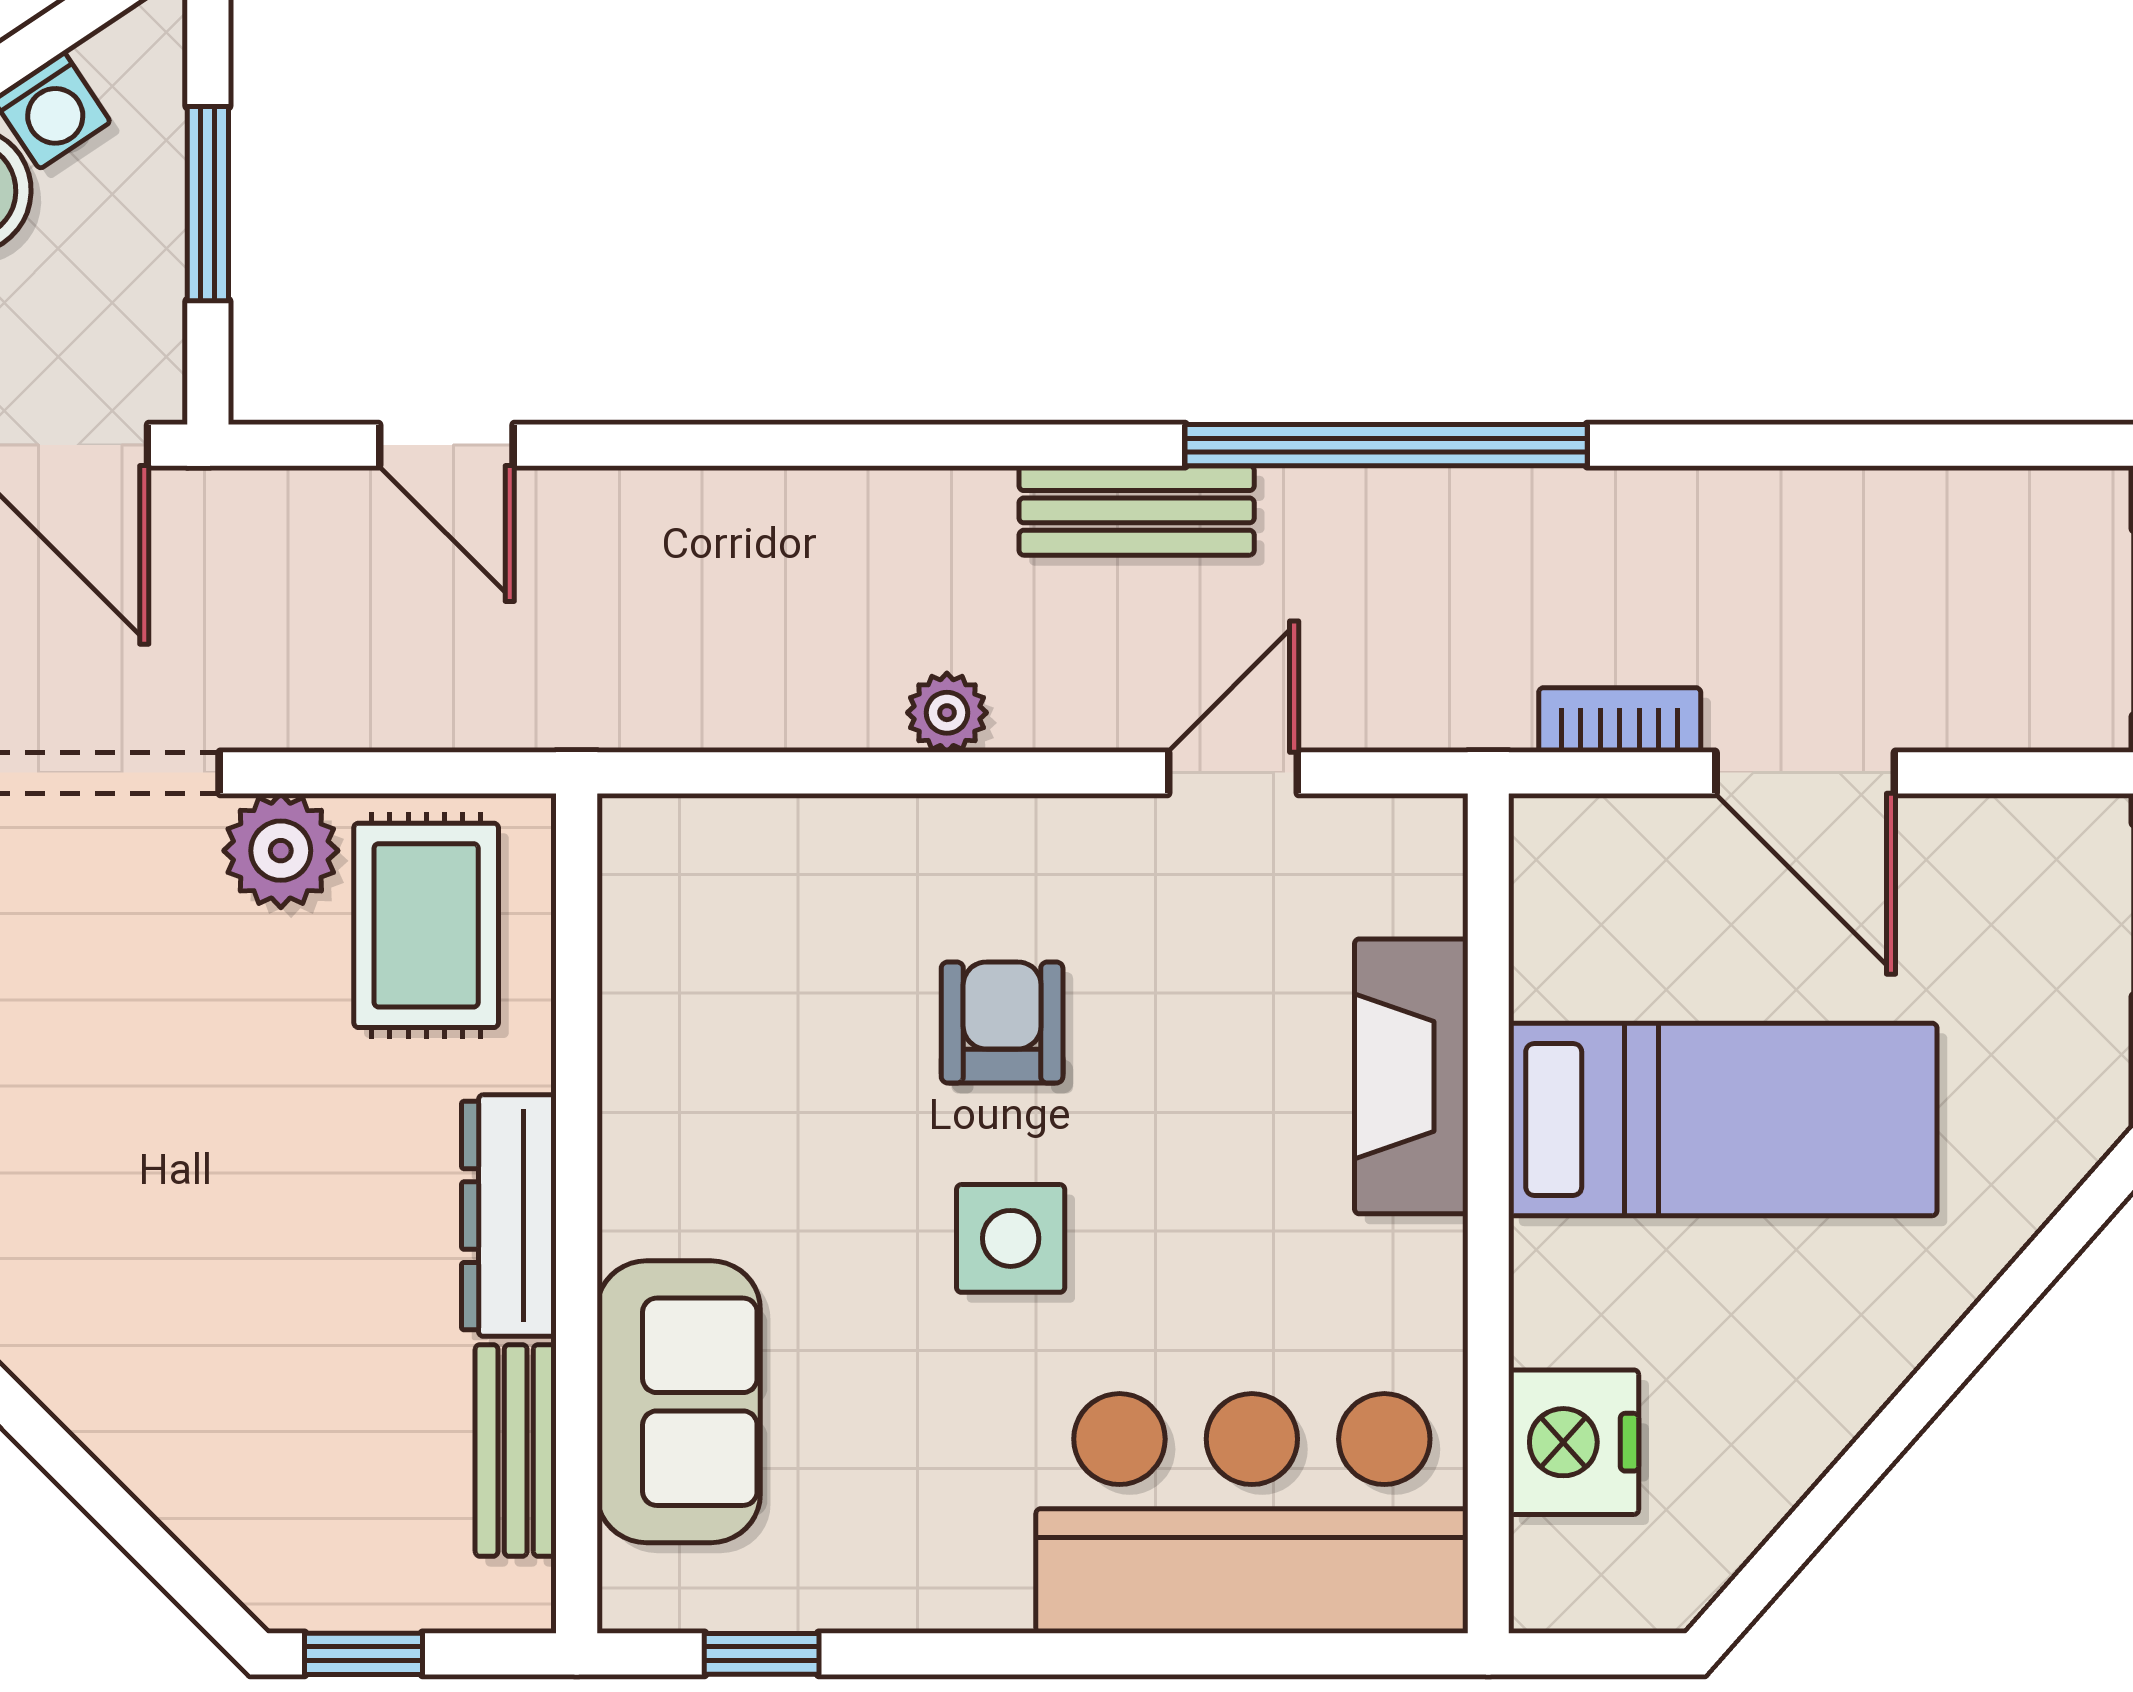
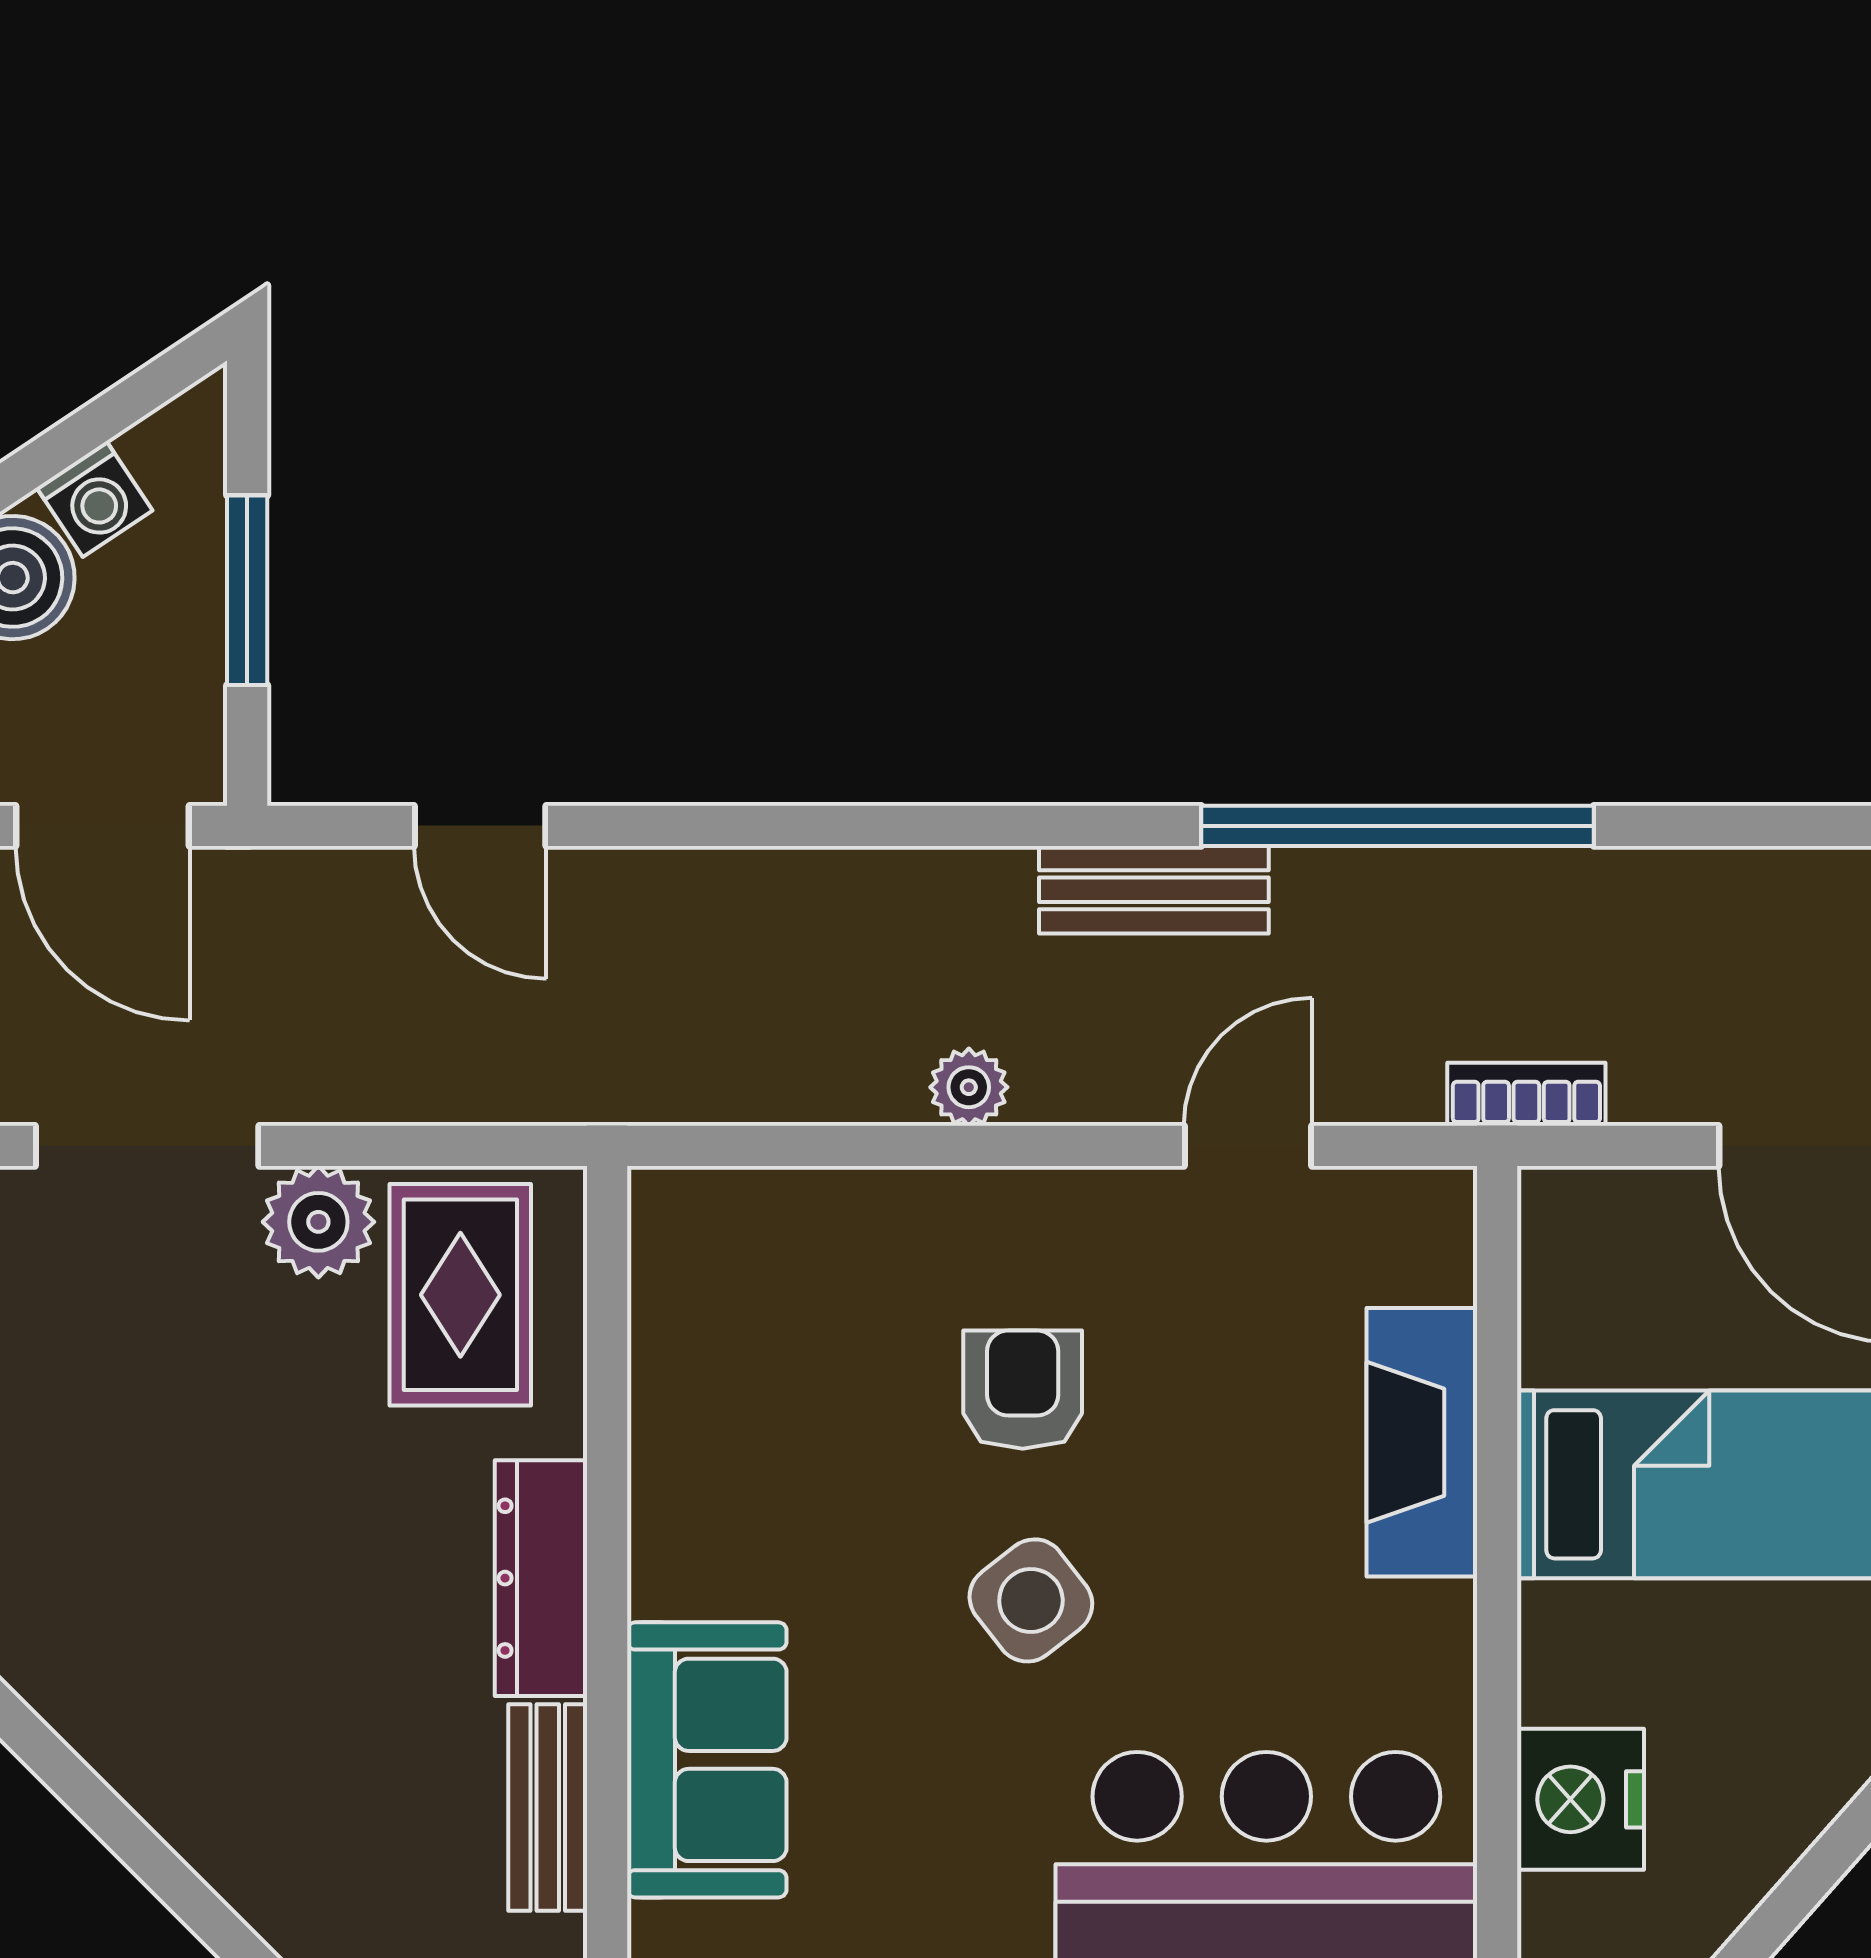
bookcase: (1620, 720) -> (1526, 1094), moved
side table: (1011, 1238) -> (1031, 1600), turned -38

